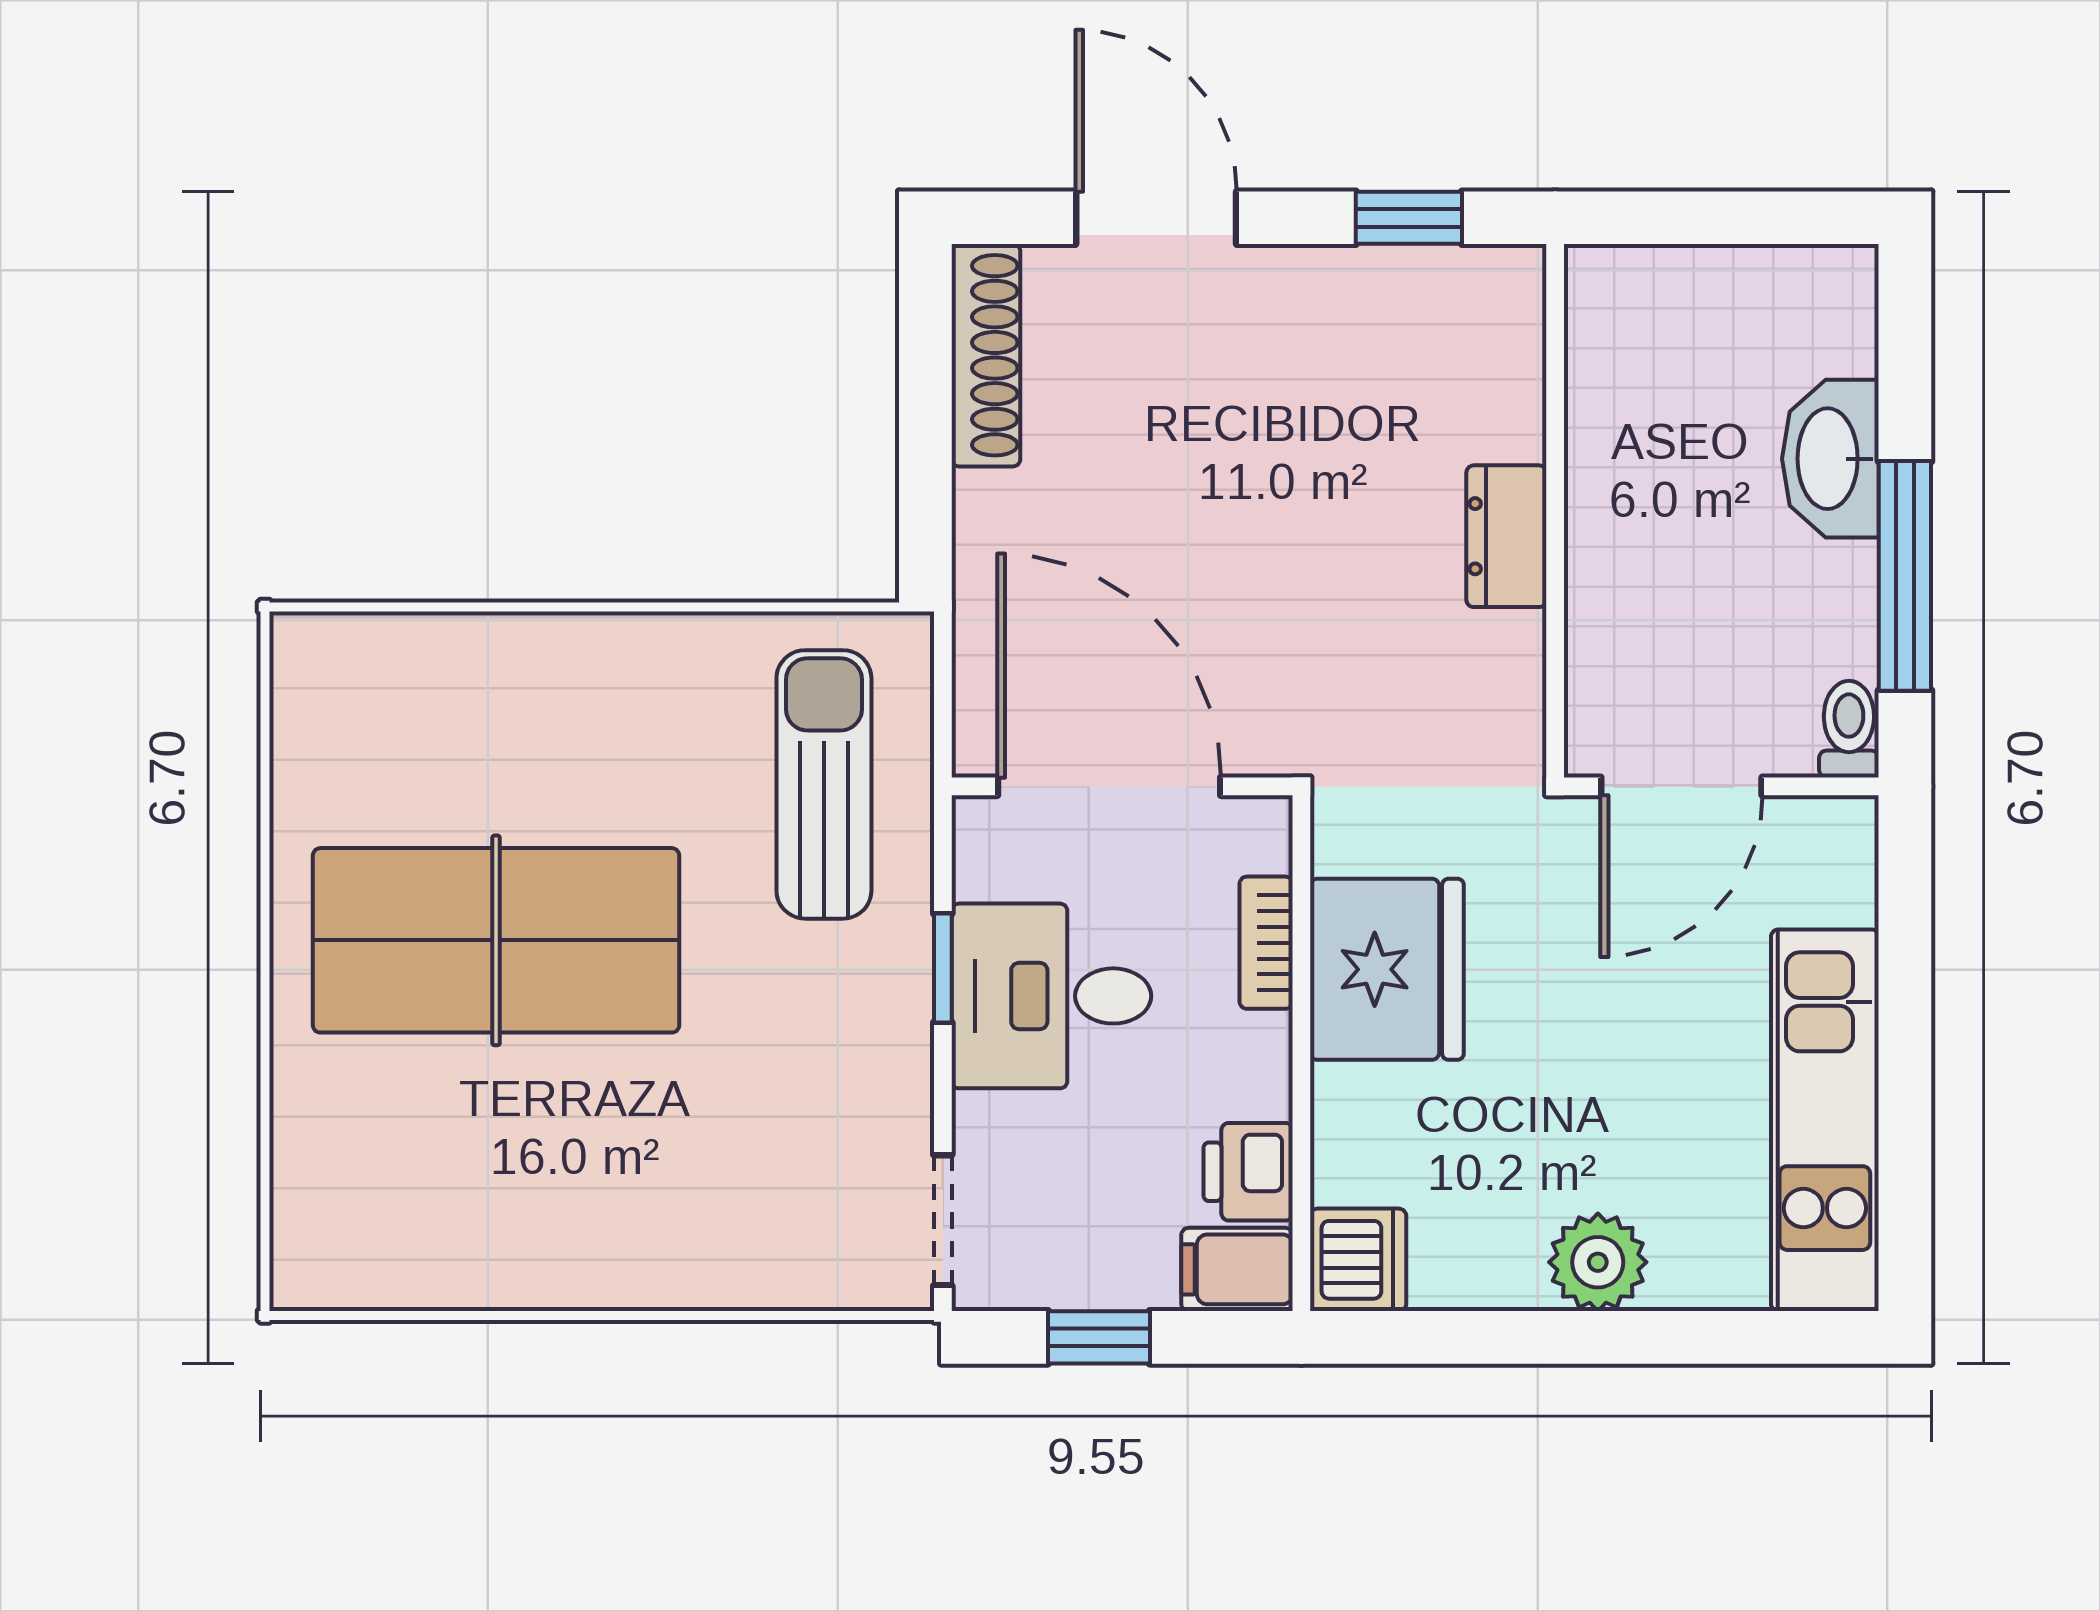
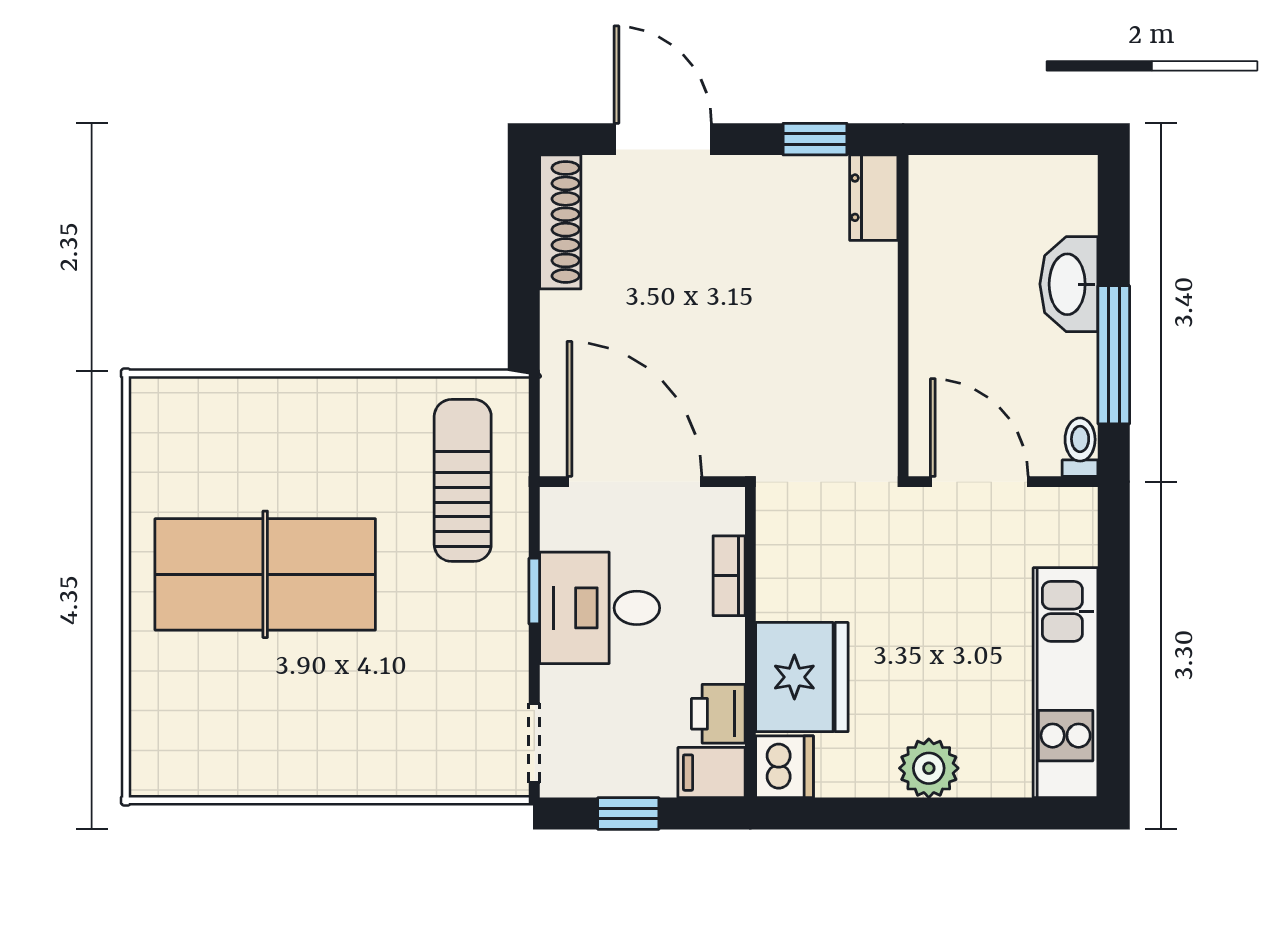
dresser: (1506, 536) -> (874, 198), moved
door: (1681, 786) -> (979, 482), swing flipped
fridge: (1387, 969) -> (802, 677), moved

